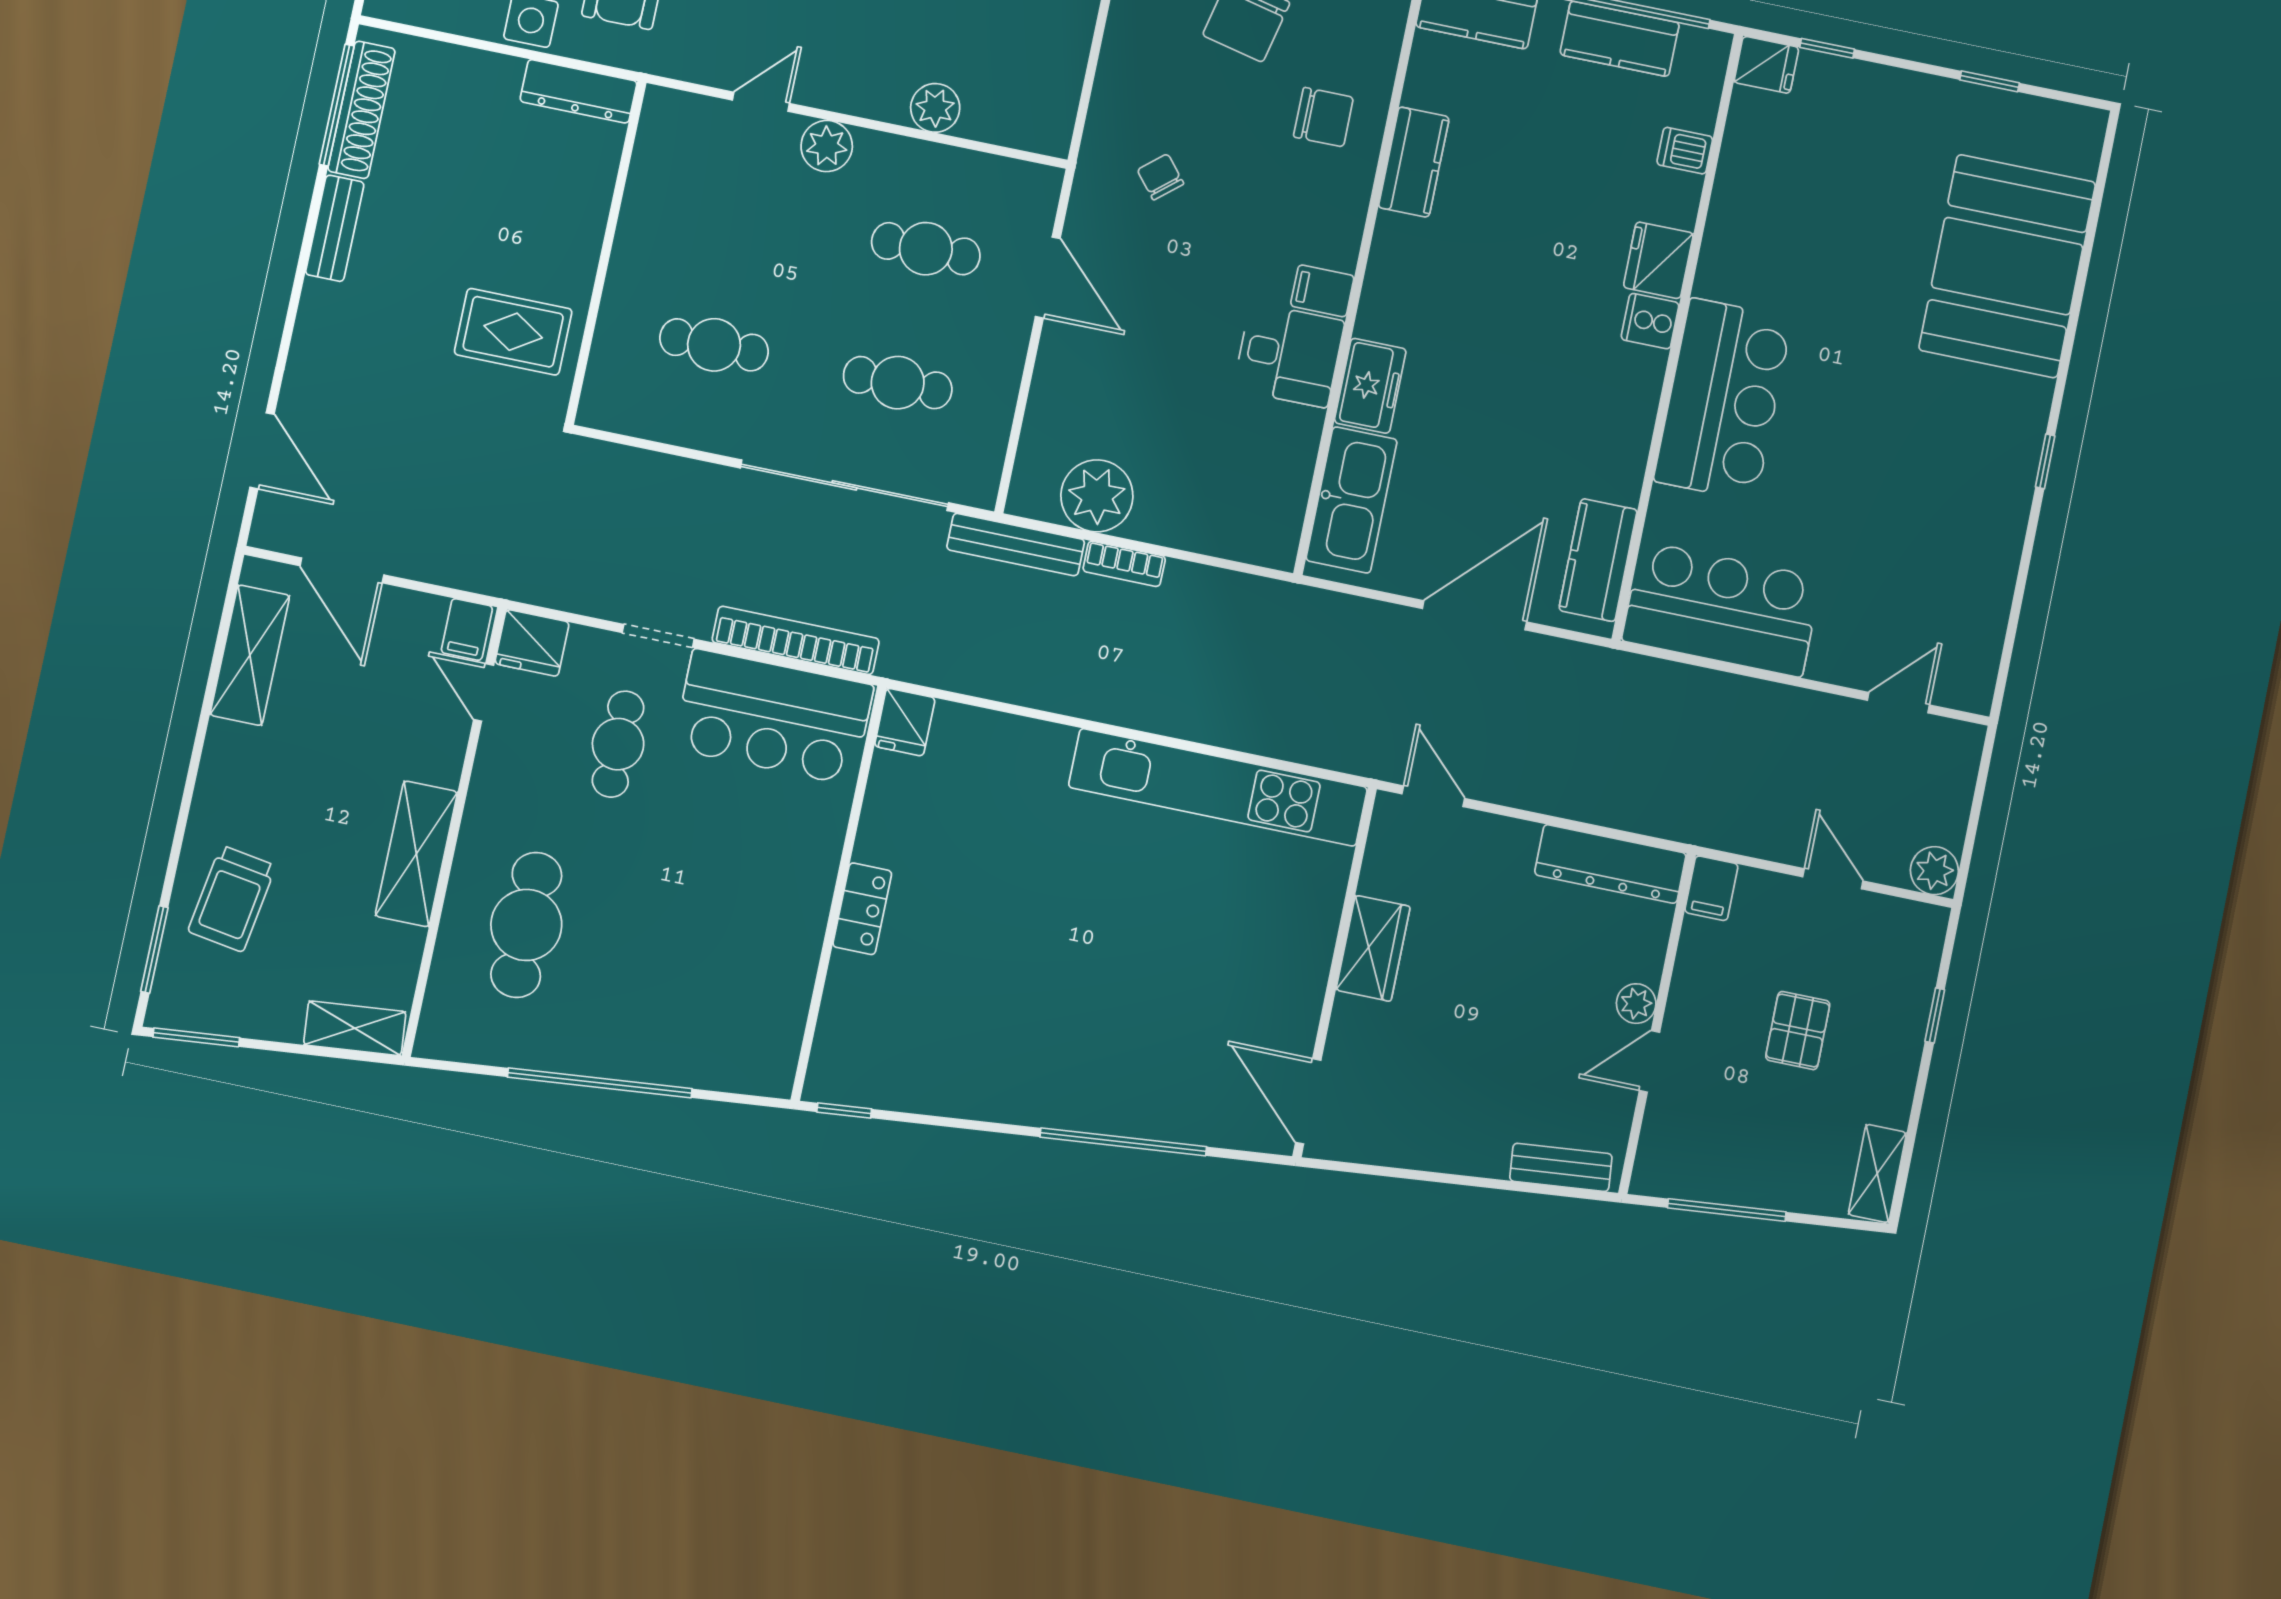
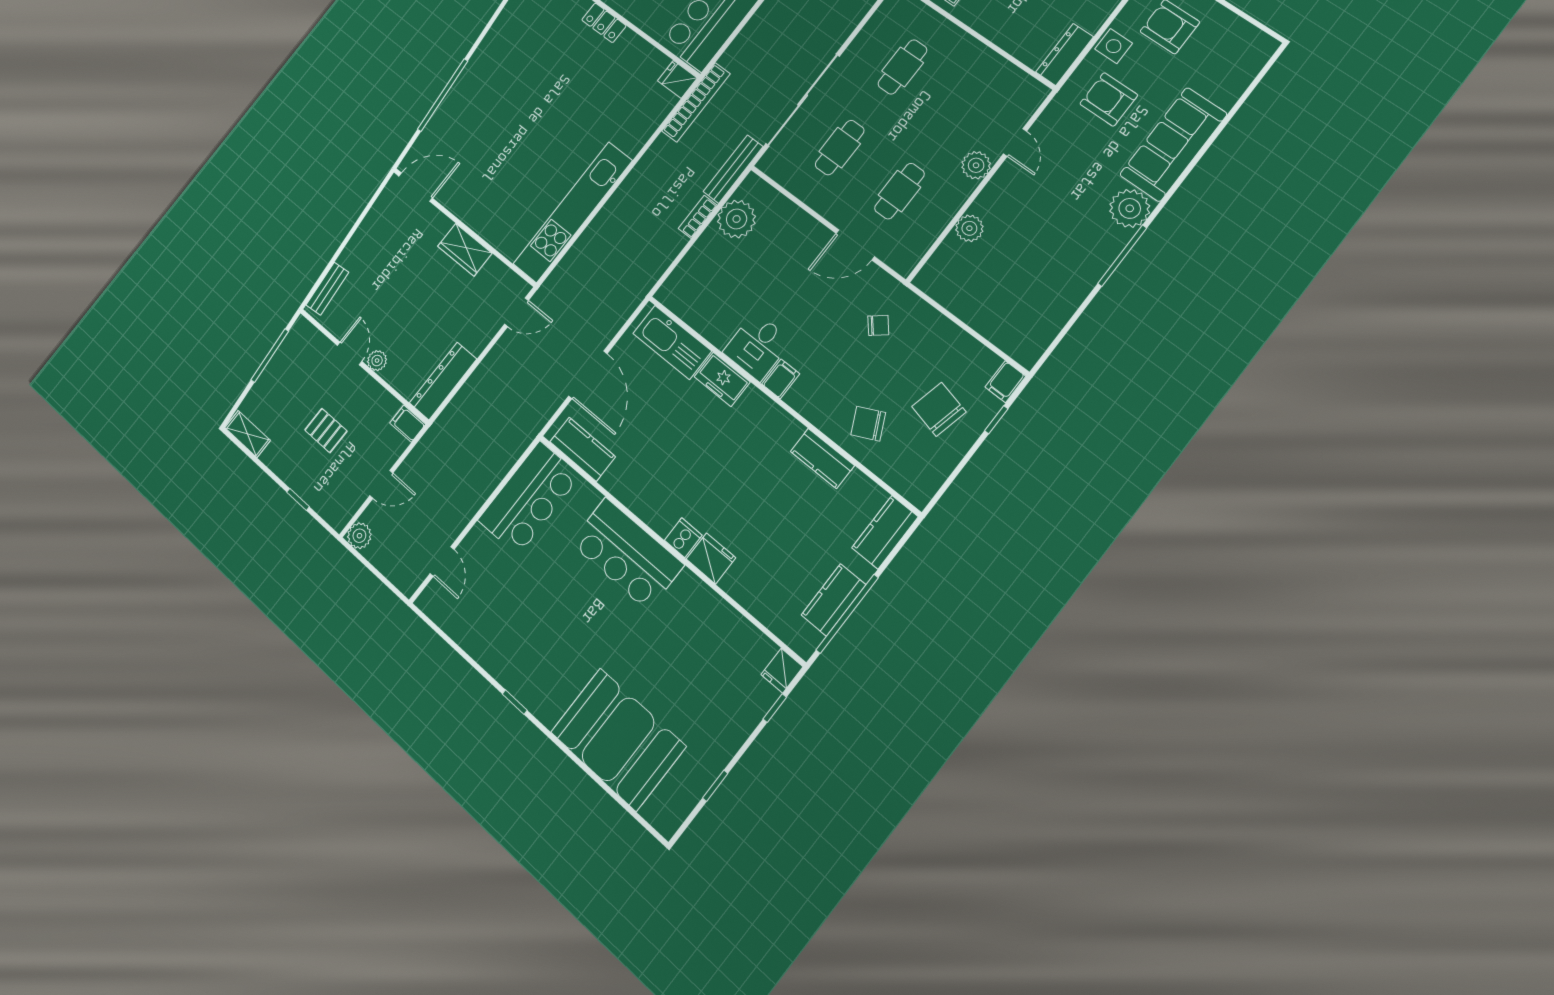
chair: (1323, 117) -> (868, 424), turned 64
dishwasher: (1685, 151) -> (759, 603), removed
bookcase: (796, 640) -> (696, 102), moved

